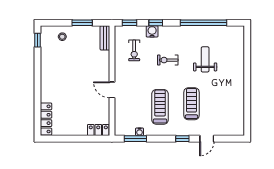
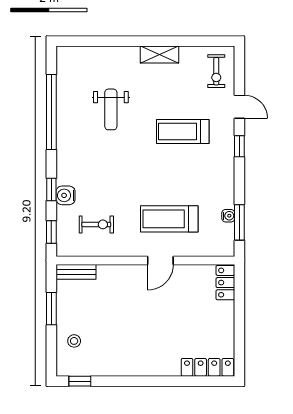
weight bench: (205, 59) -> (111, 109), turned -90
exercise bike: (168, 60) -> (216, 71), moved
shelving: (239, 89) -> (160, 55), added
treadmill: (160, 107) -> (169, 219), moved

